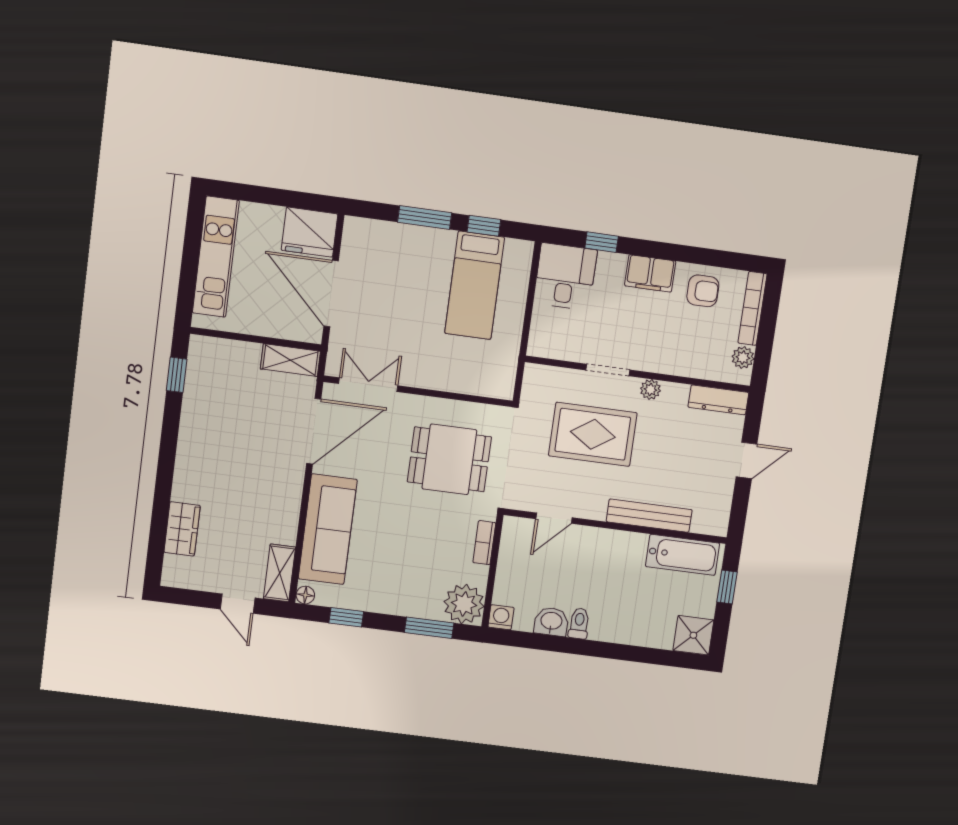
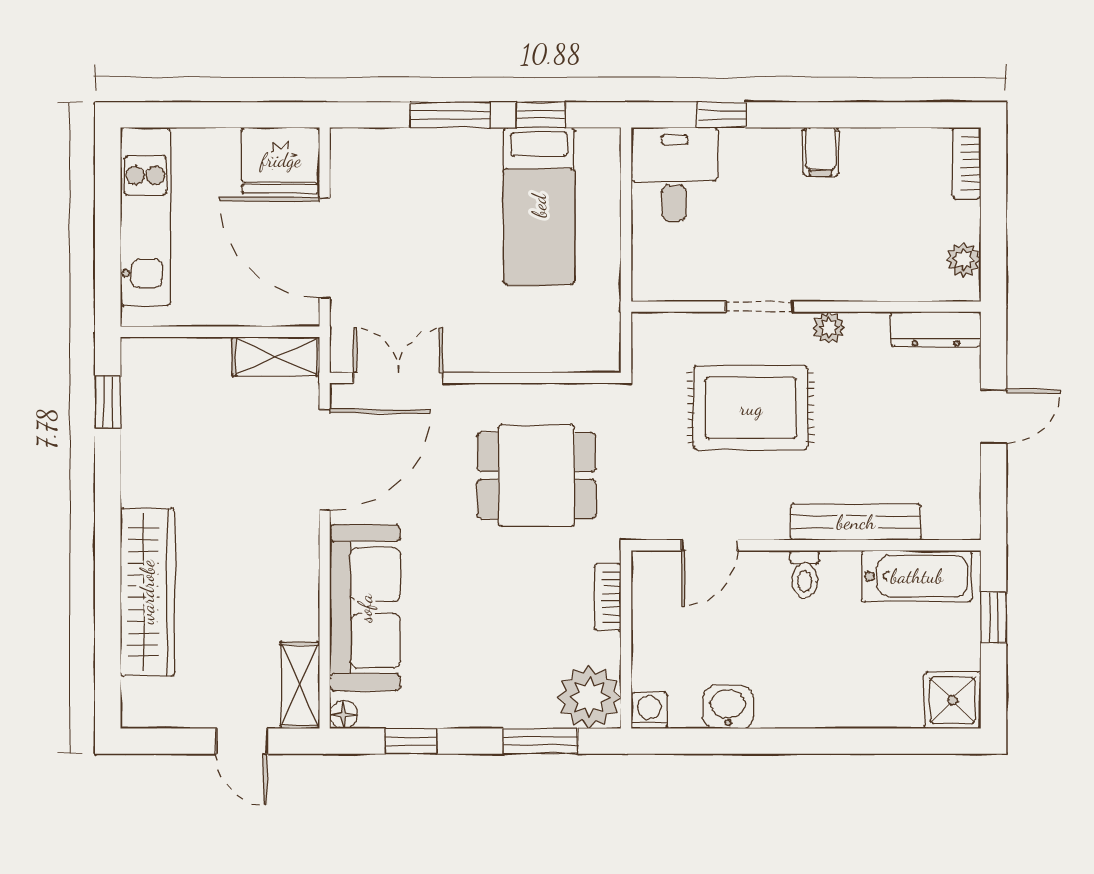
filing cabinet: (650, 273) -> (821, 152), width x0.50
armchair: (703, 291) -> (887, 167), removed
bookcase: (753, 308) -> (967, 163), width x0.64
wardrobe: (182, 529) -> (147, 592), width x2.10, depth x1.17
toilet: (579, 623) -> (805, 574), moved, turned 180

